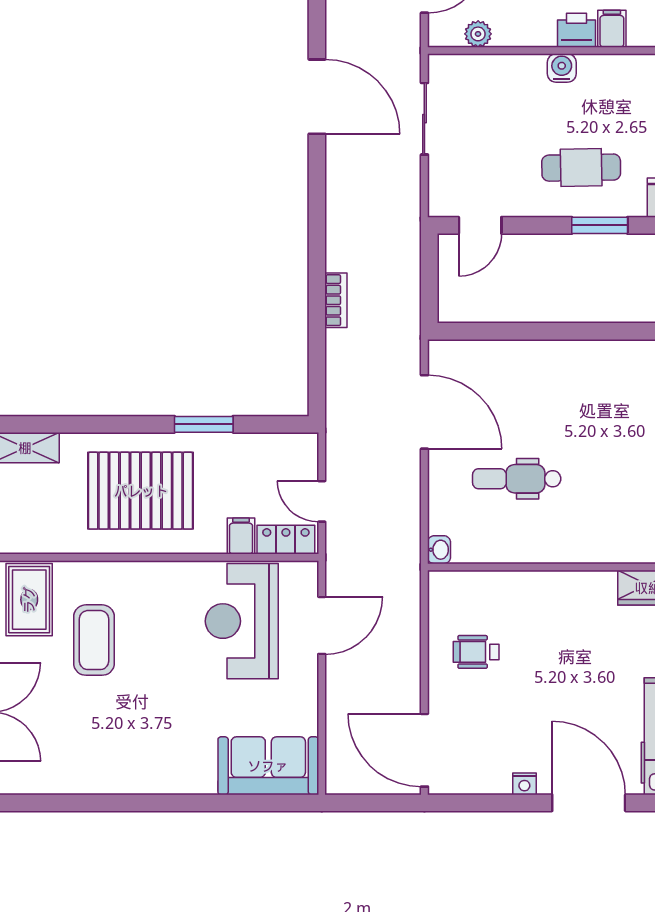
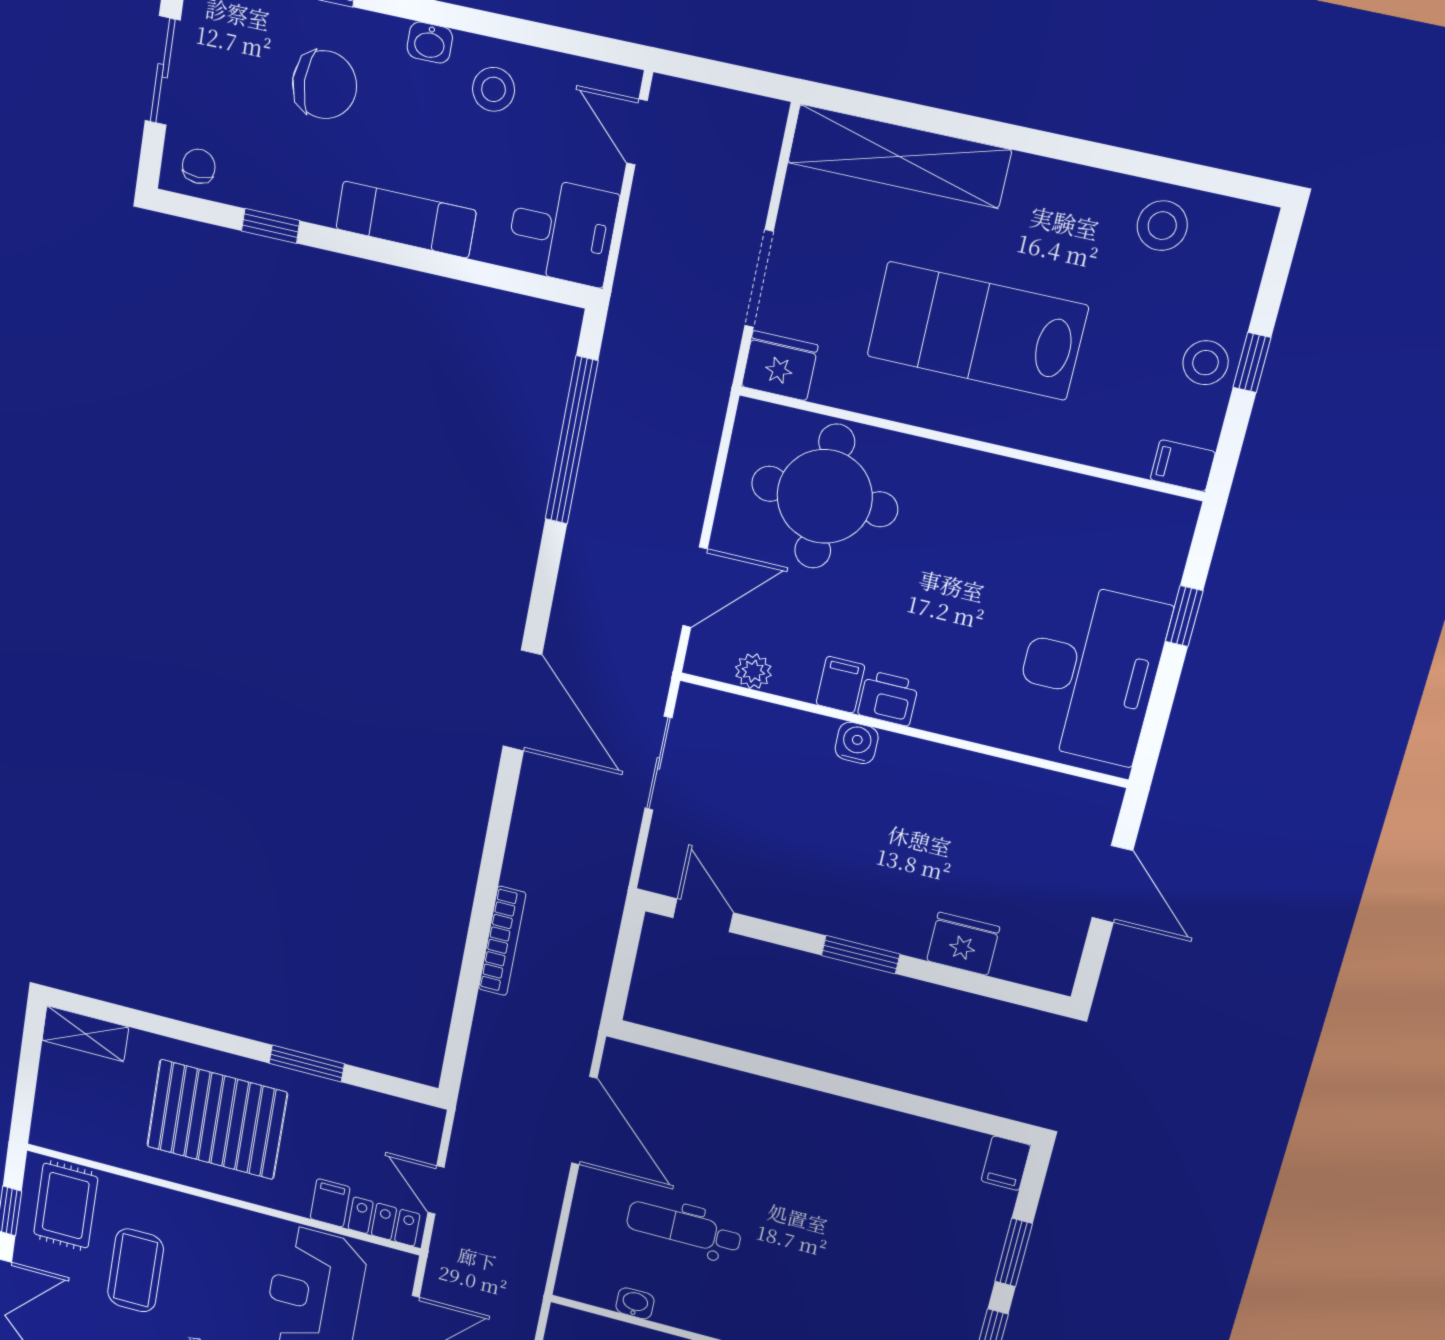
filing cabinet: (612, 29) -> (840, 685), moved
cafe table: (581, 168) -> (853, 876), removed
door: (480, 225) -> (703, 915), swing flipped
bookcase: (336, 300) -> (502, 941), width x1.56
washbasin: (439, 550) -> (635, 1303), moved, turned -90

